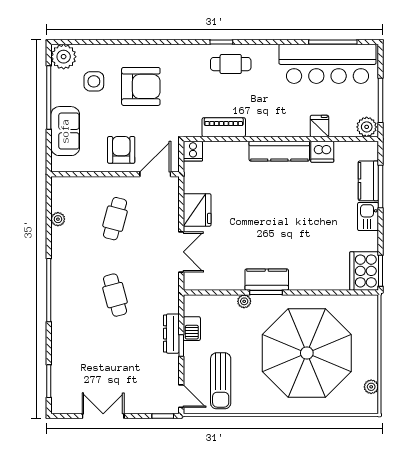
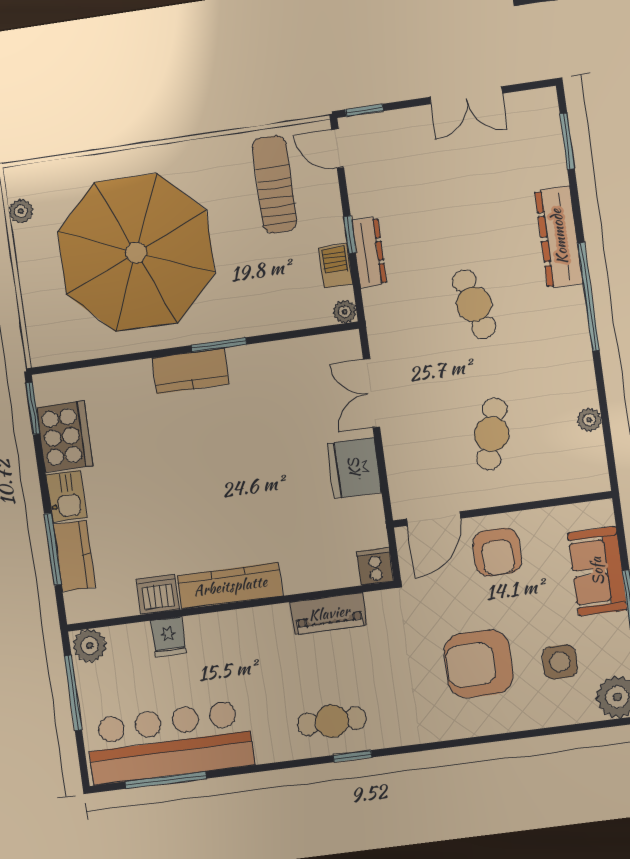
cooker: (364, 271) -> (65, 437), moved
kitchen counter: (267, 280) -> (190, 371), moved
plant: (244, 301) -> (345, 312), moved
dresser: (61, 327) -> (559, 237), added

